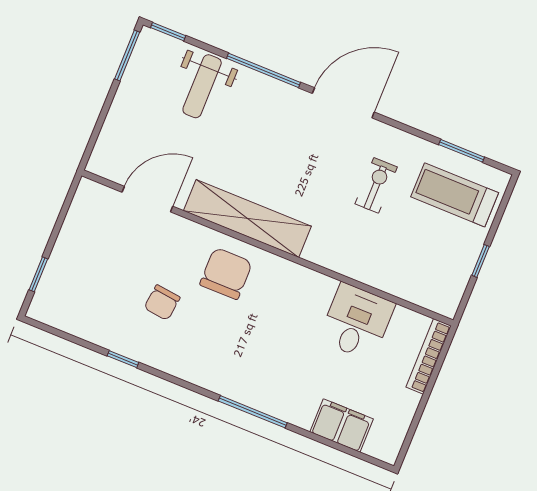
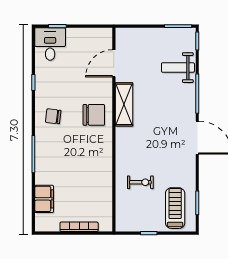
exercise bike: (376, 185) -> (140, 182), moved
door: (147, 199) -> (114, 63), swing flipped
shelving: (247, 218) -> (124, 104), width x0.68
chair: (162, 303) -> (53, 116), moved
desk: (357, 322) -> (50, 44), moved, turned -90
bookcase: (429, 356) -> (79, 227), moved

